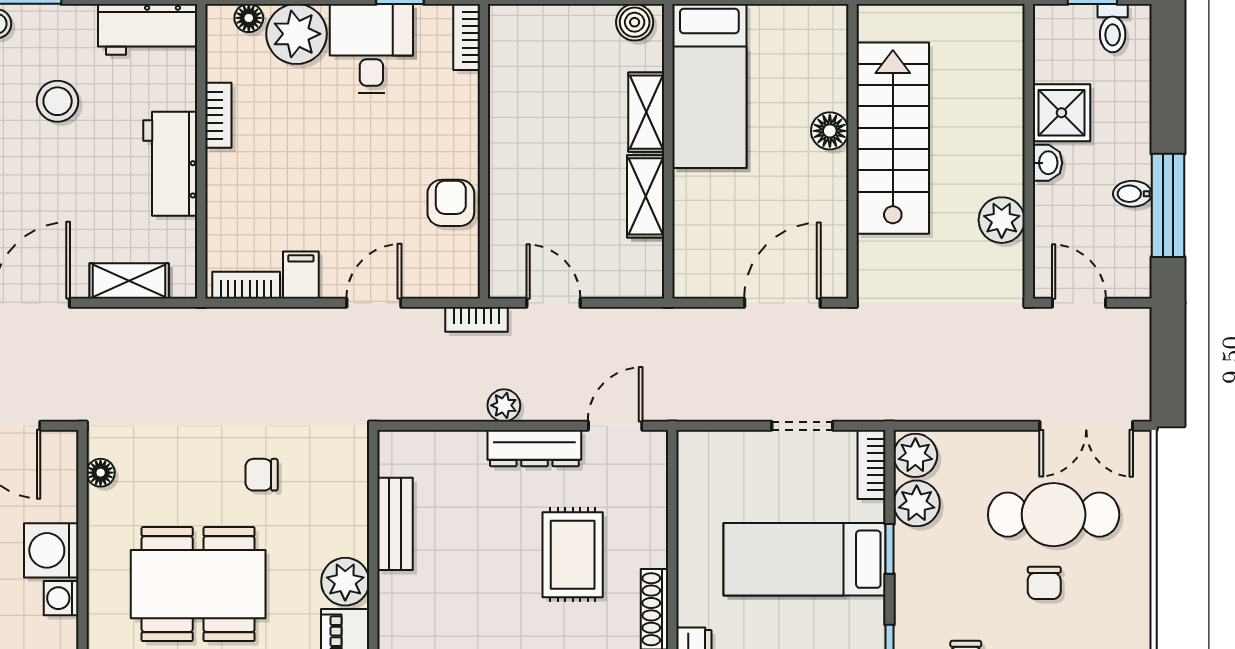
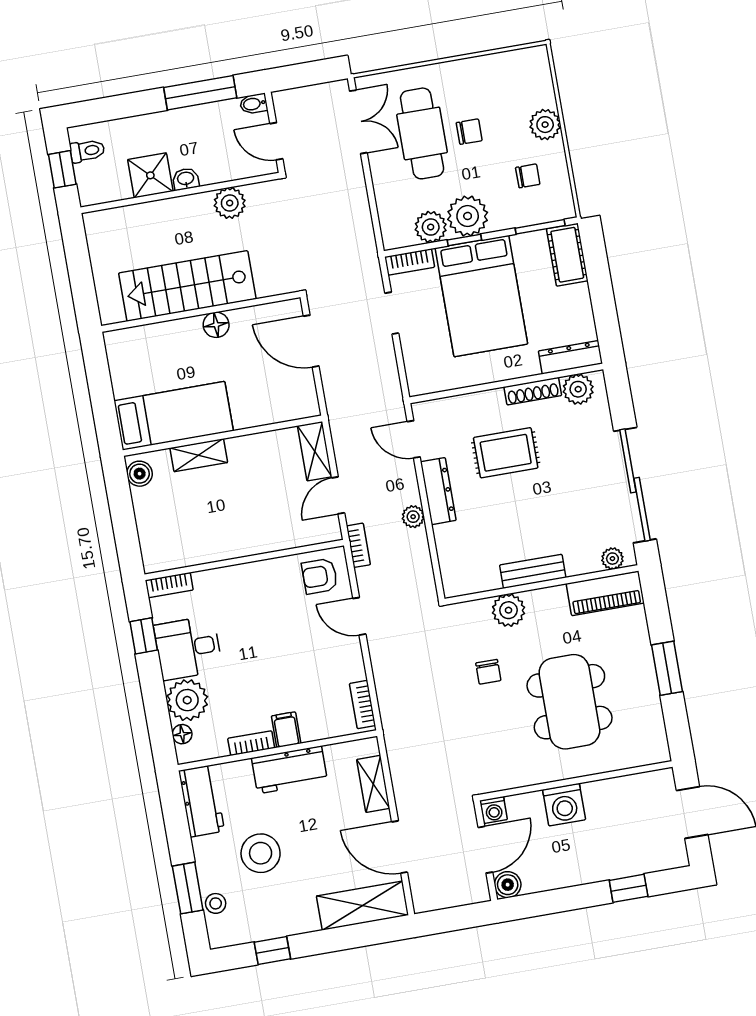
stool: (58, 101) -> (261, 853), width x1.38, depth x1.38
floor lamp: (830, 131) -> (216, 325), moved
bidet: (1132, 194) -> (254, 104), moved, turned 90
shelving: (646, 196) -> (315, 451), moved, turned 90
armchair: (451, 203) -> (320, 576), moved
filing cabinet: (301, 275) -> (286, 730), moved, turned 90
door: (1079, 303) -> (276, 141), hinge flipped
plant: (915, 455) -> (468, 216), moved, width x1.36, depth x1.36
floor lamp: (101, 473) -> (506, 781), removed
bench: (395, 524) -> (533, 571), moved
bed: (804, 559) -> (481, 296), width x1.50
plant: (345, 582) -> (509, 610), moved
washing machine: (61, 598) -> (494, 810), moved

